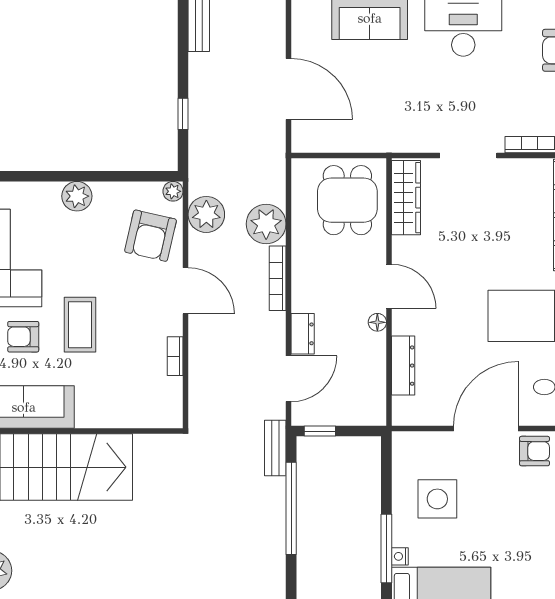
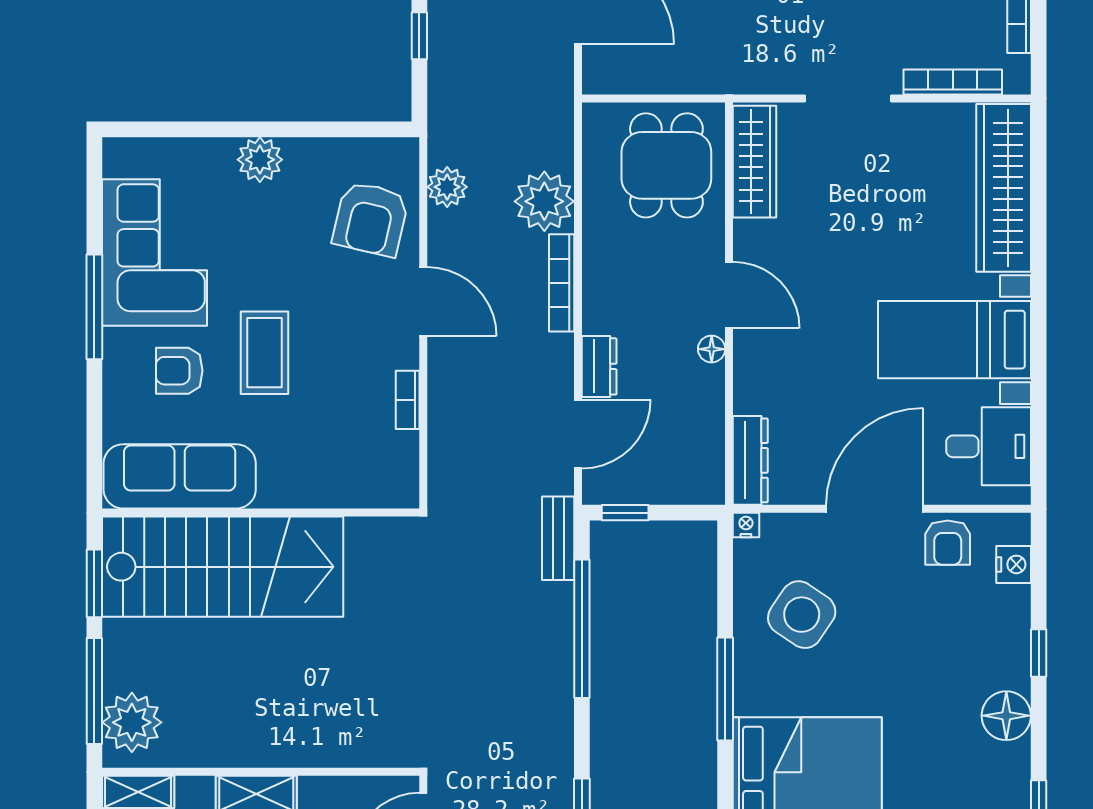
plant: (173, 191) -> (404, 152), removed
plant: (206, 214) -> (447, 187), width x0.73, depth x0.73
dresser: (403, 366) -> (750, 460), moved
armchair: (534, 451) -> (948, 543), turned 90
side table: (437, 499) -> (802, 615), turned 34
nightstand: (400, 556) -> (746, 525), moved, turned 90

